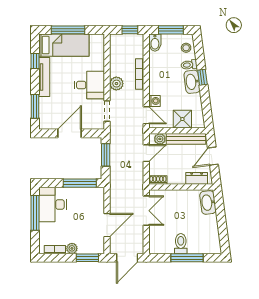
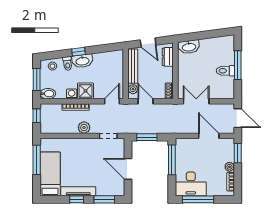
window: (68, 30) -> (37, 160), moved
window: (35, 61) -> (77, 199), moved
desk: (89, 85) -> (85, 151), removed
washing machine: (154, 101) -> (72, 94), moved
shower: (182, 119) -> (85, 91), moved

